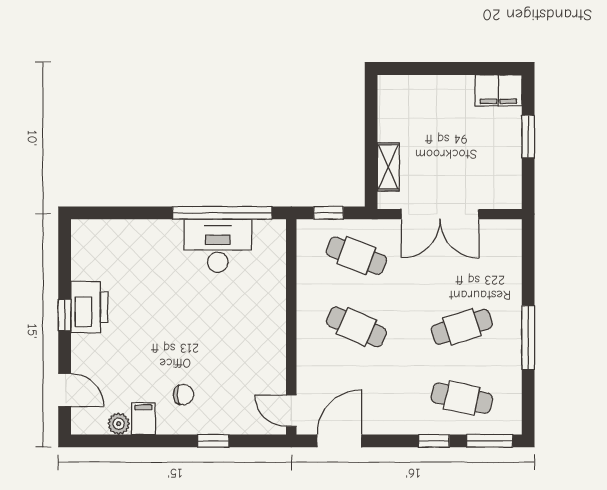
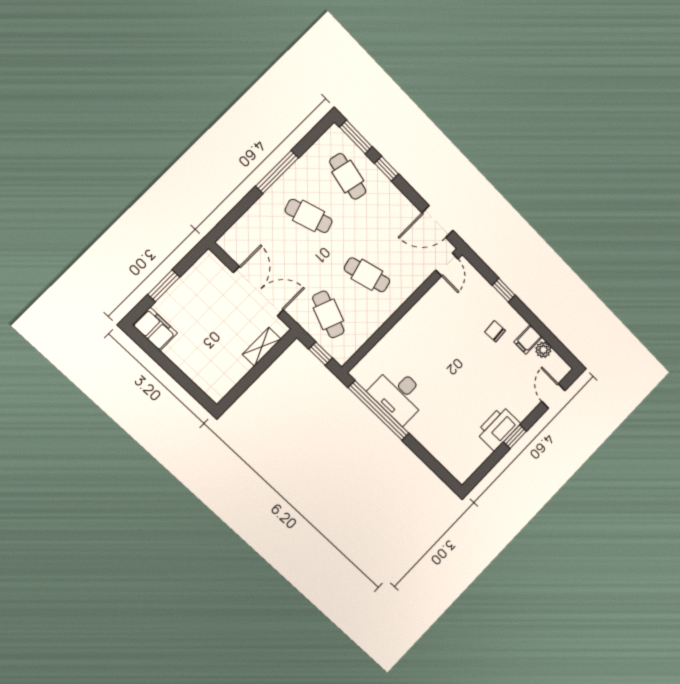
cafe table: (356, 327) -> (367, 275), turned -39

